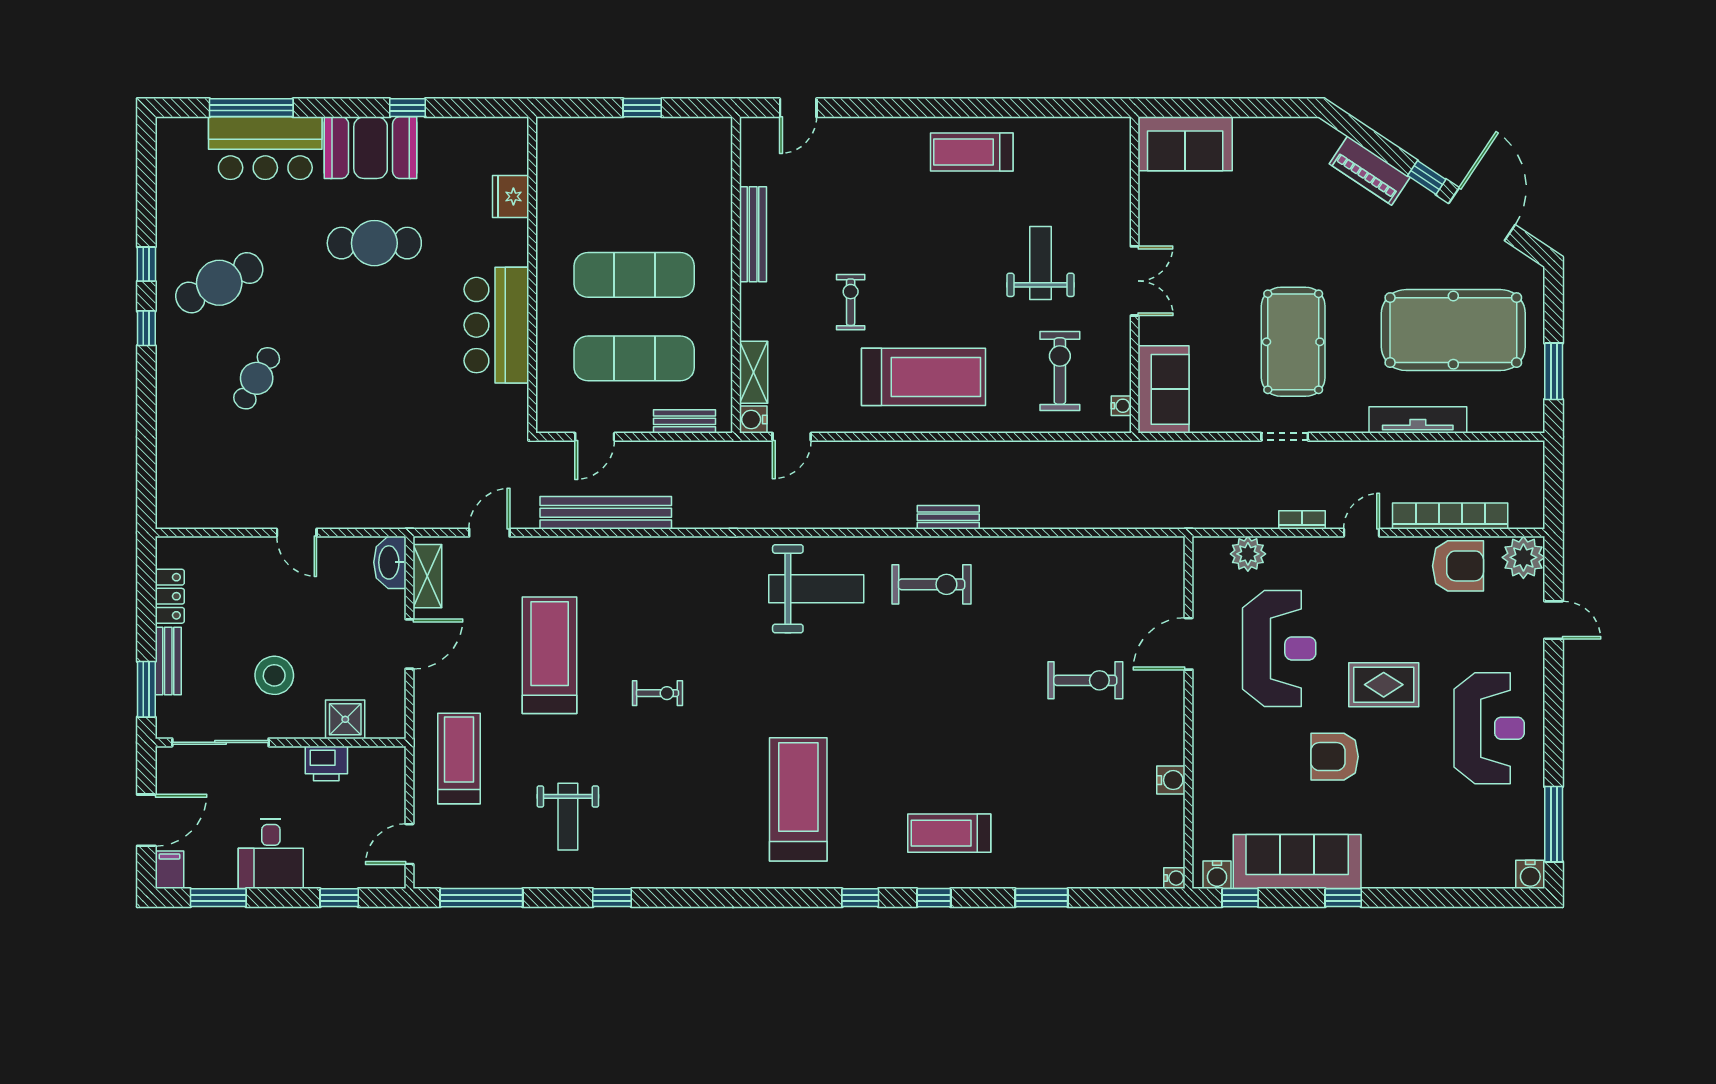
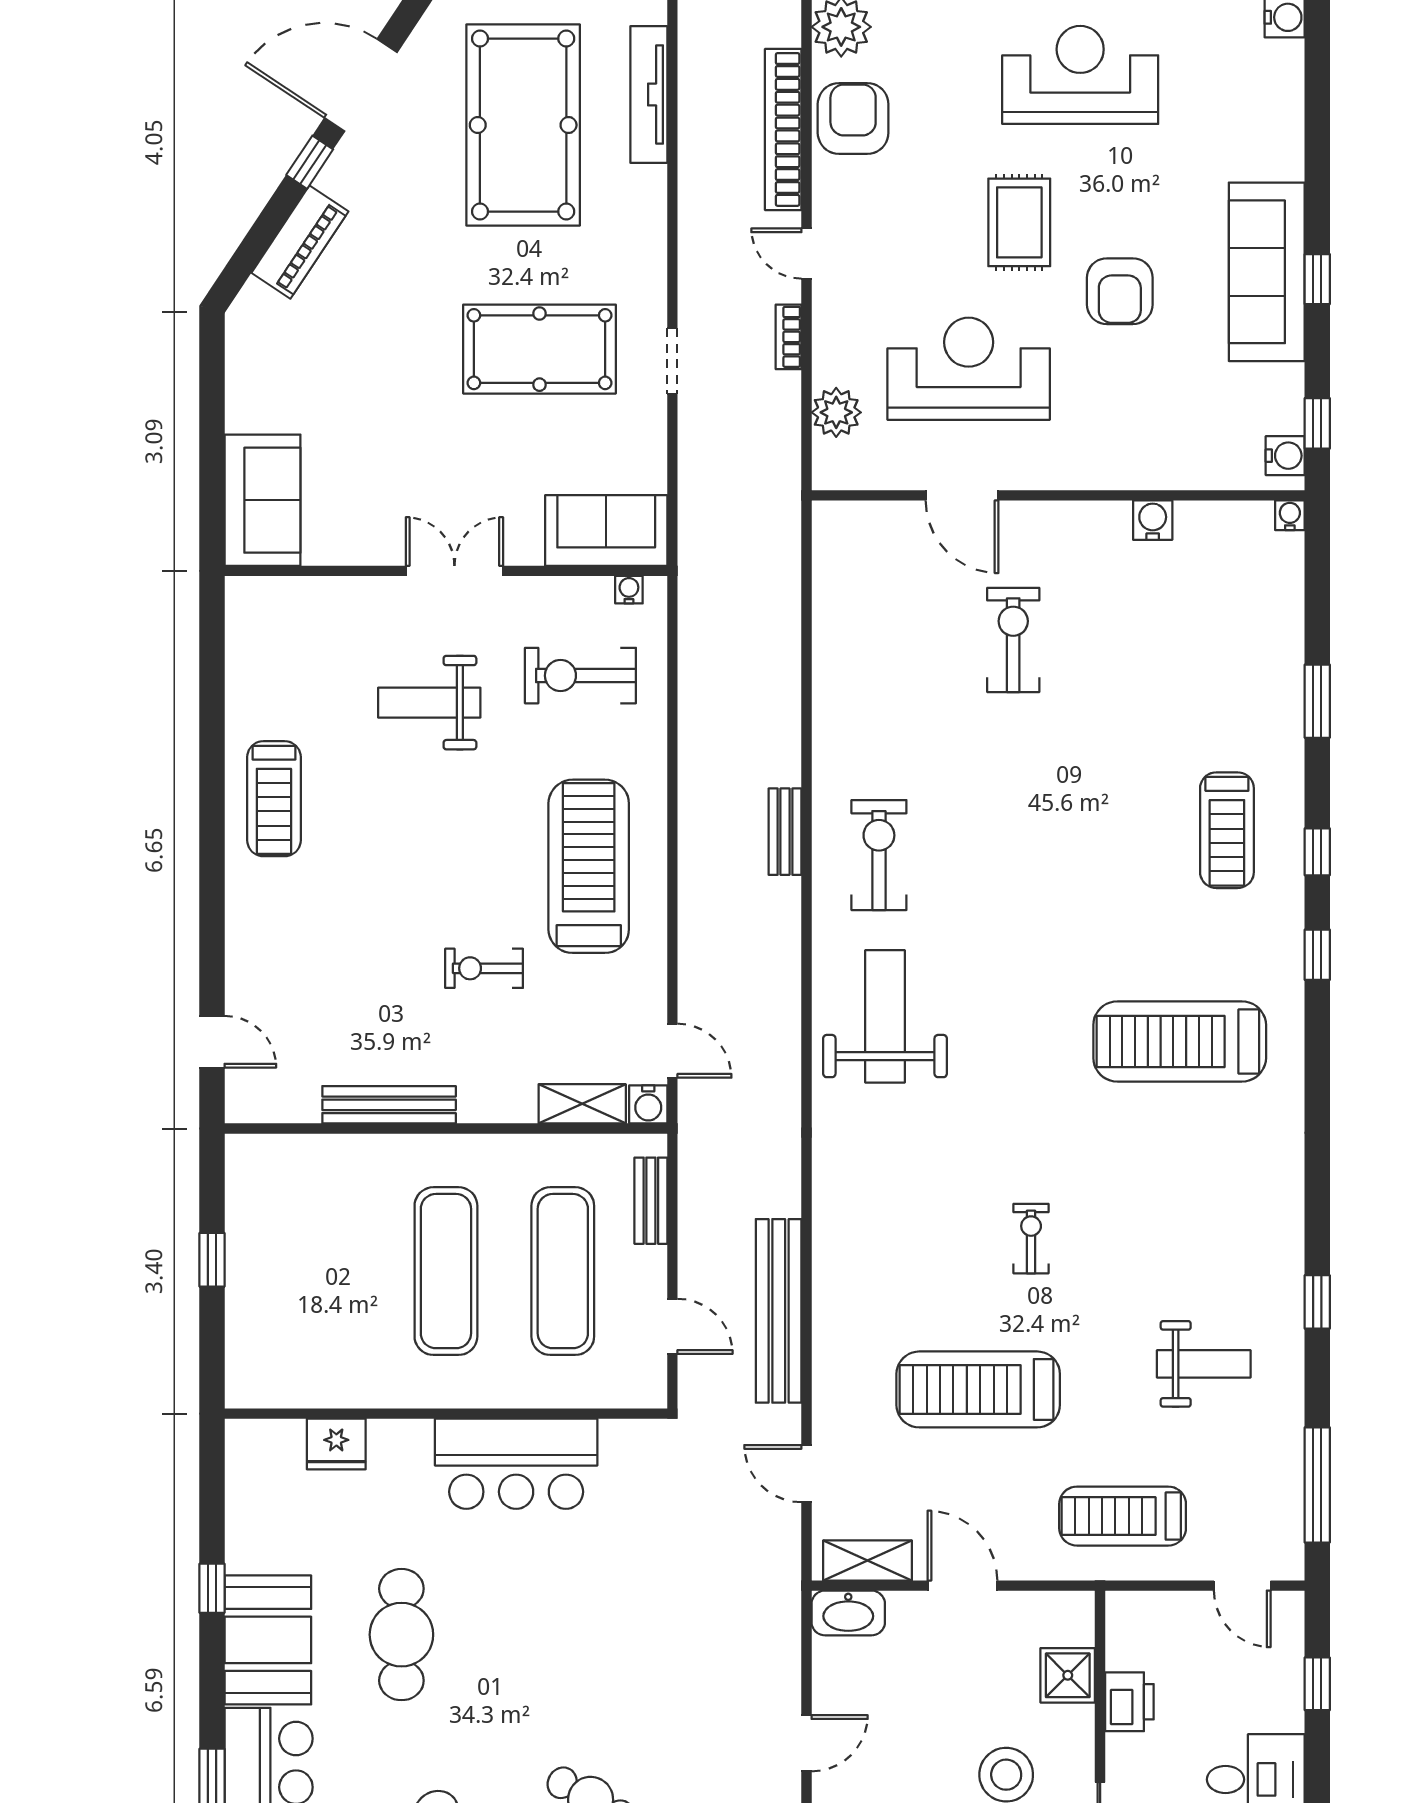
tv unit: (1418, 420) -> (649, 95), moved
sofa: (1297, 862) -> (1267, 272), moved

